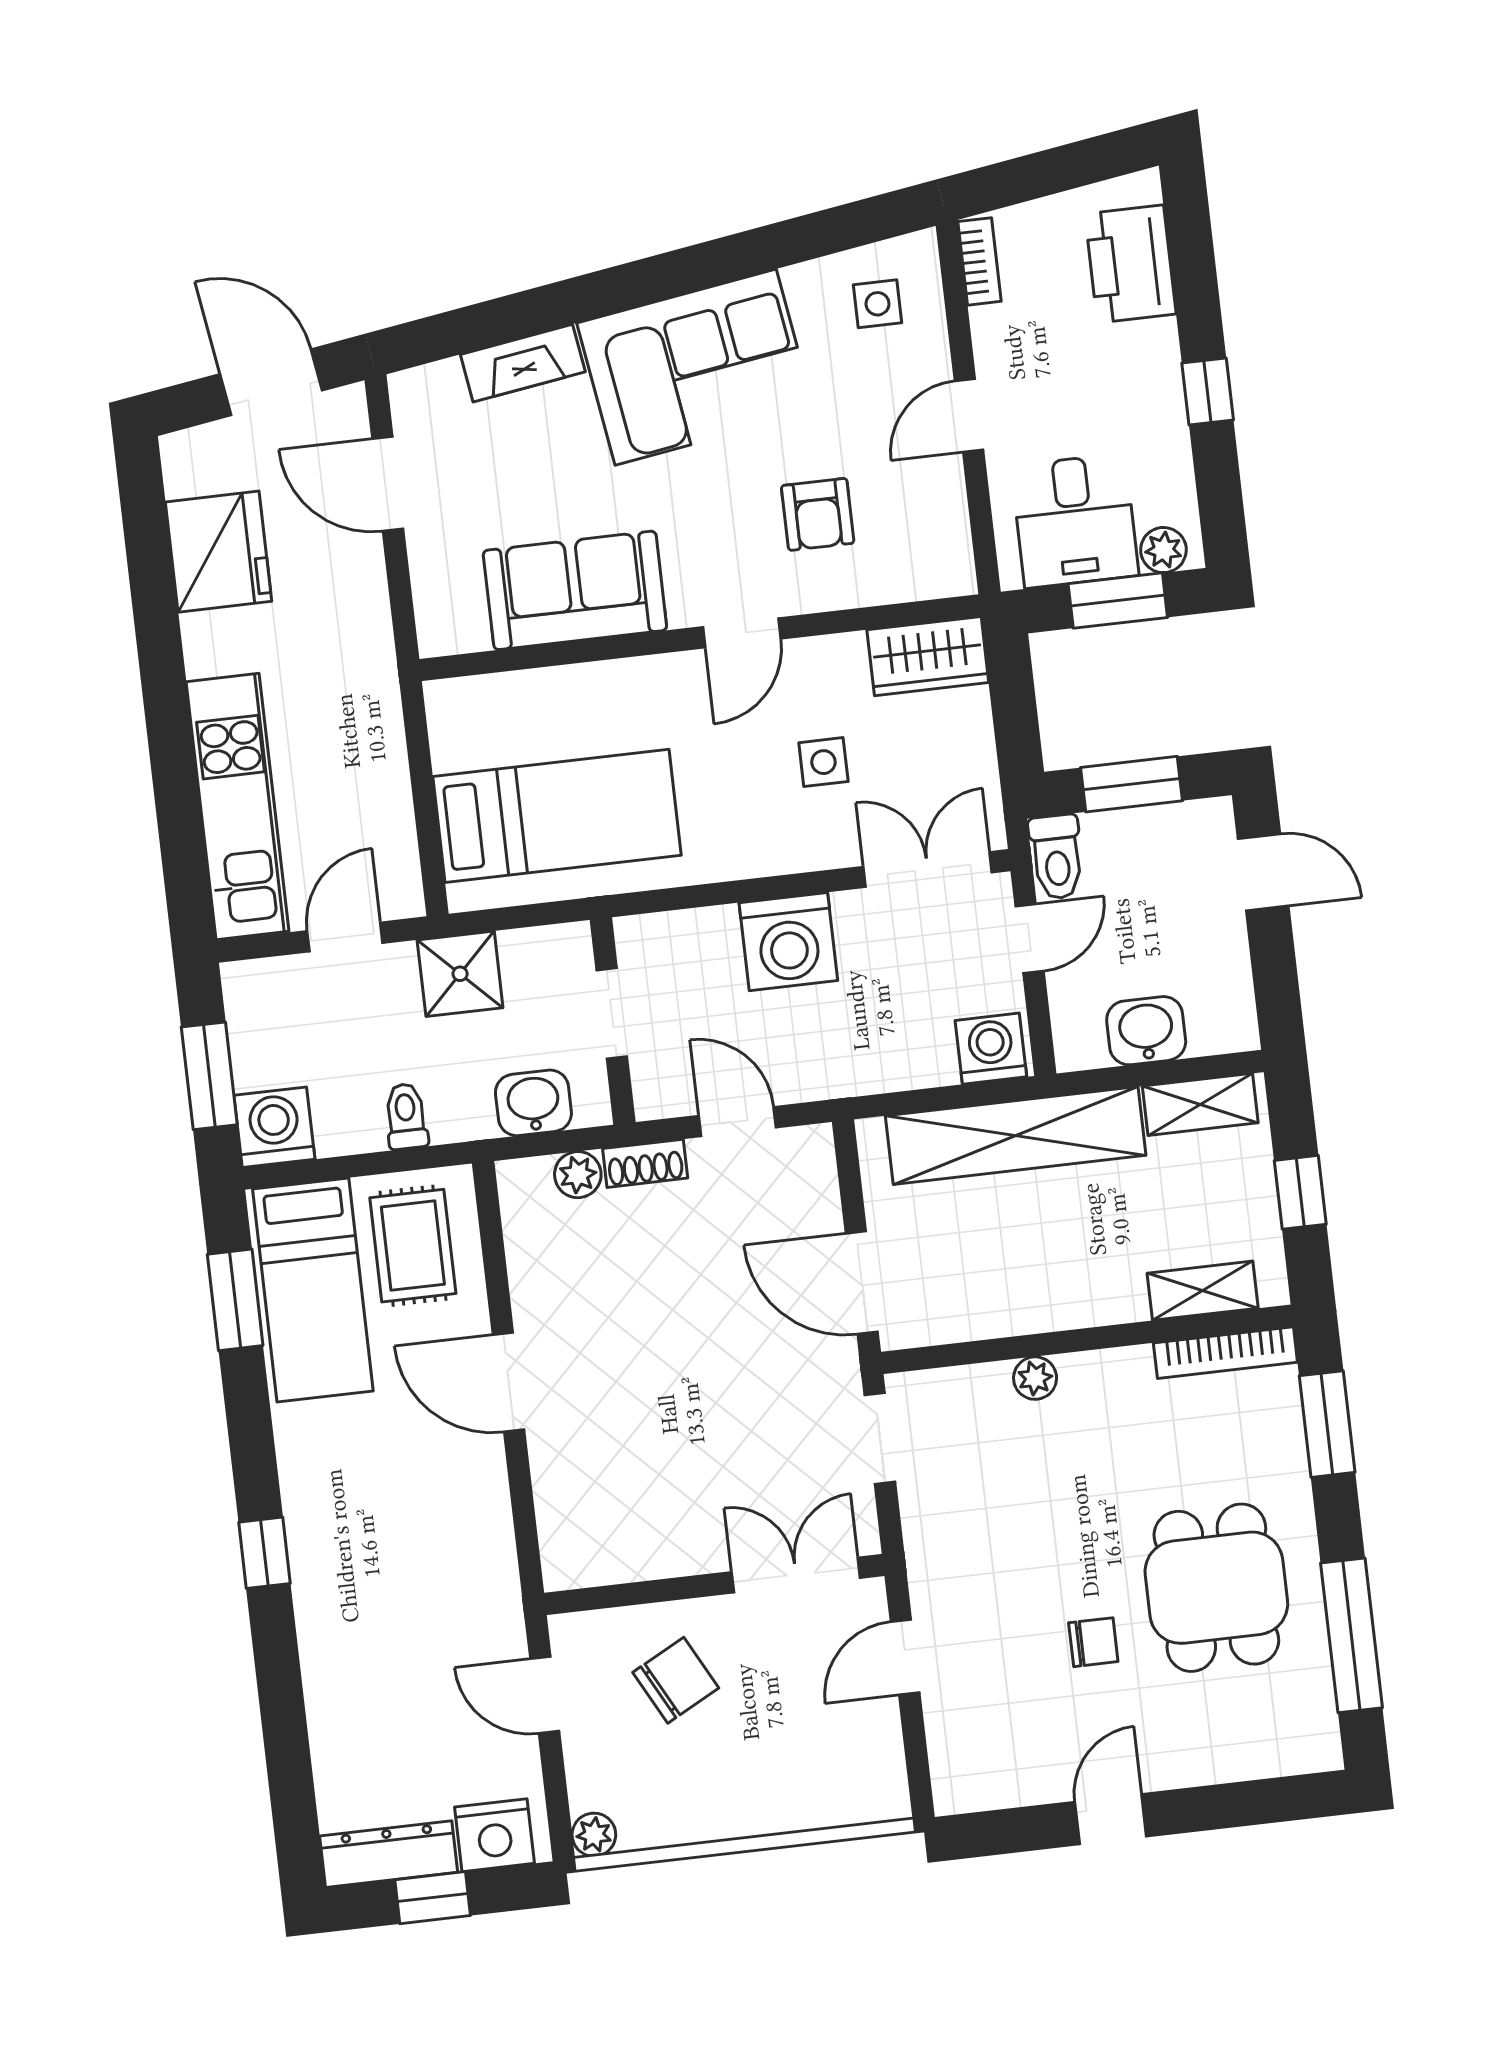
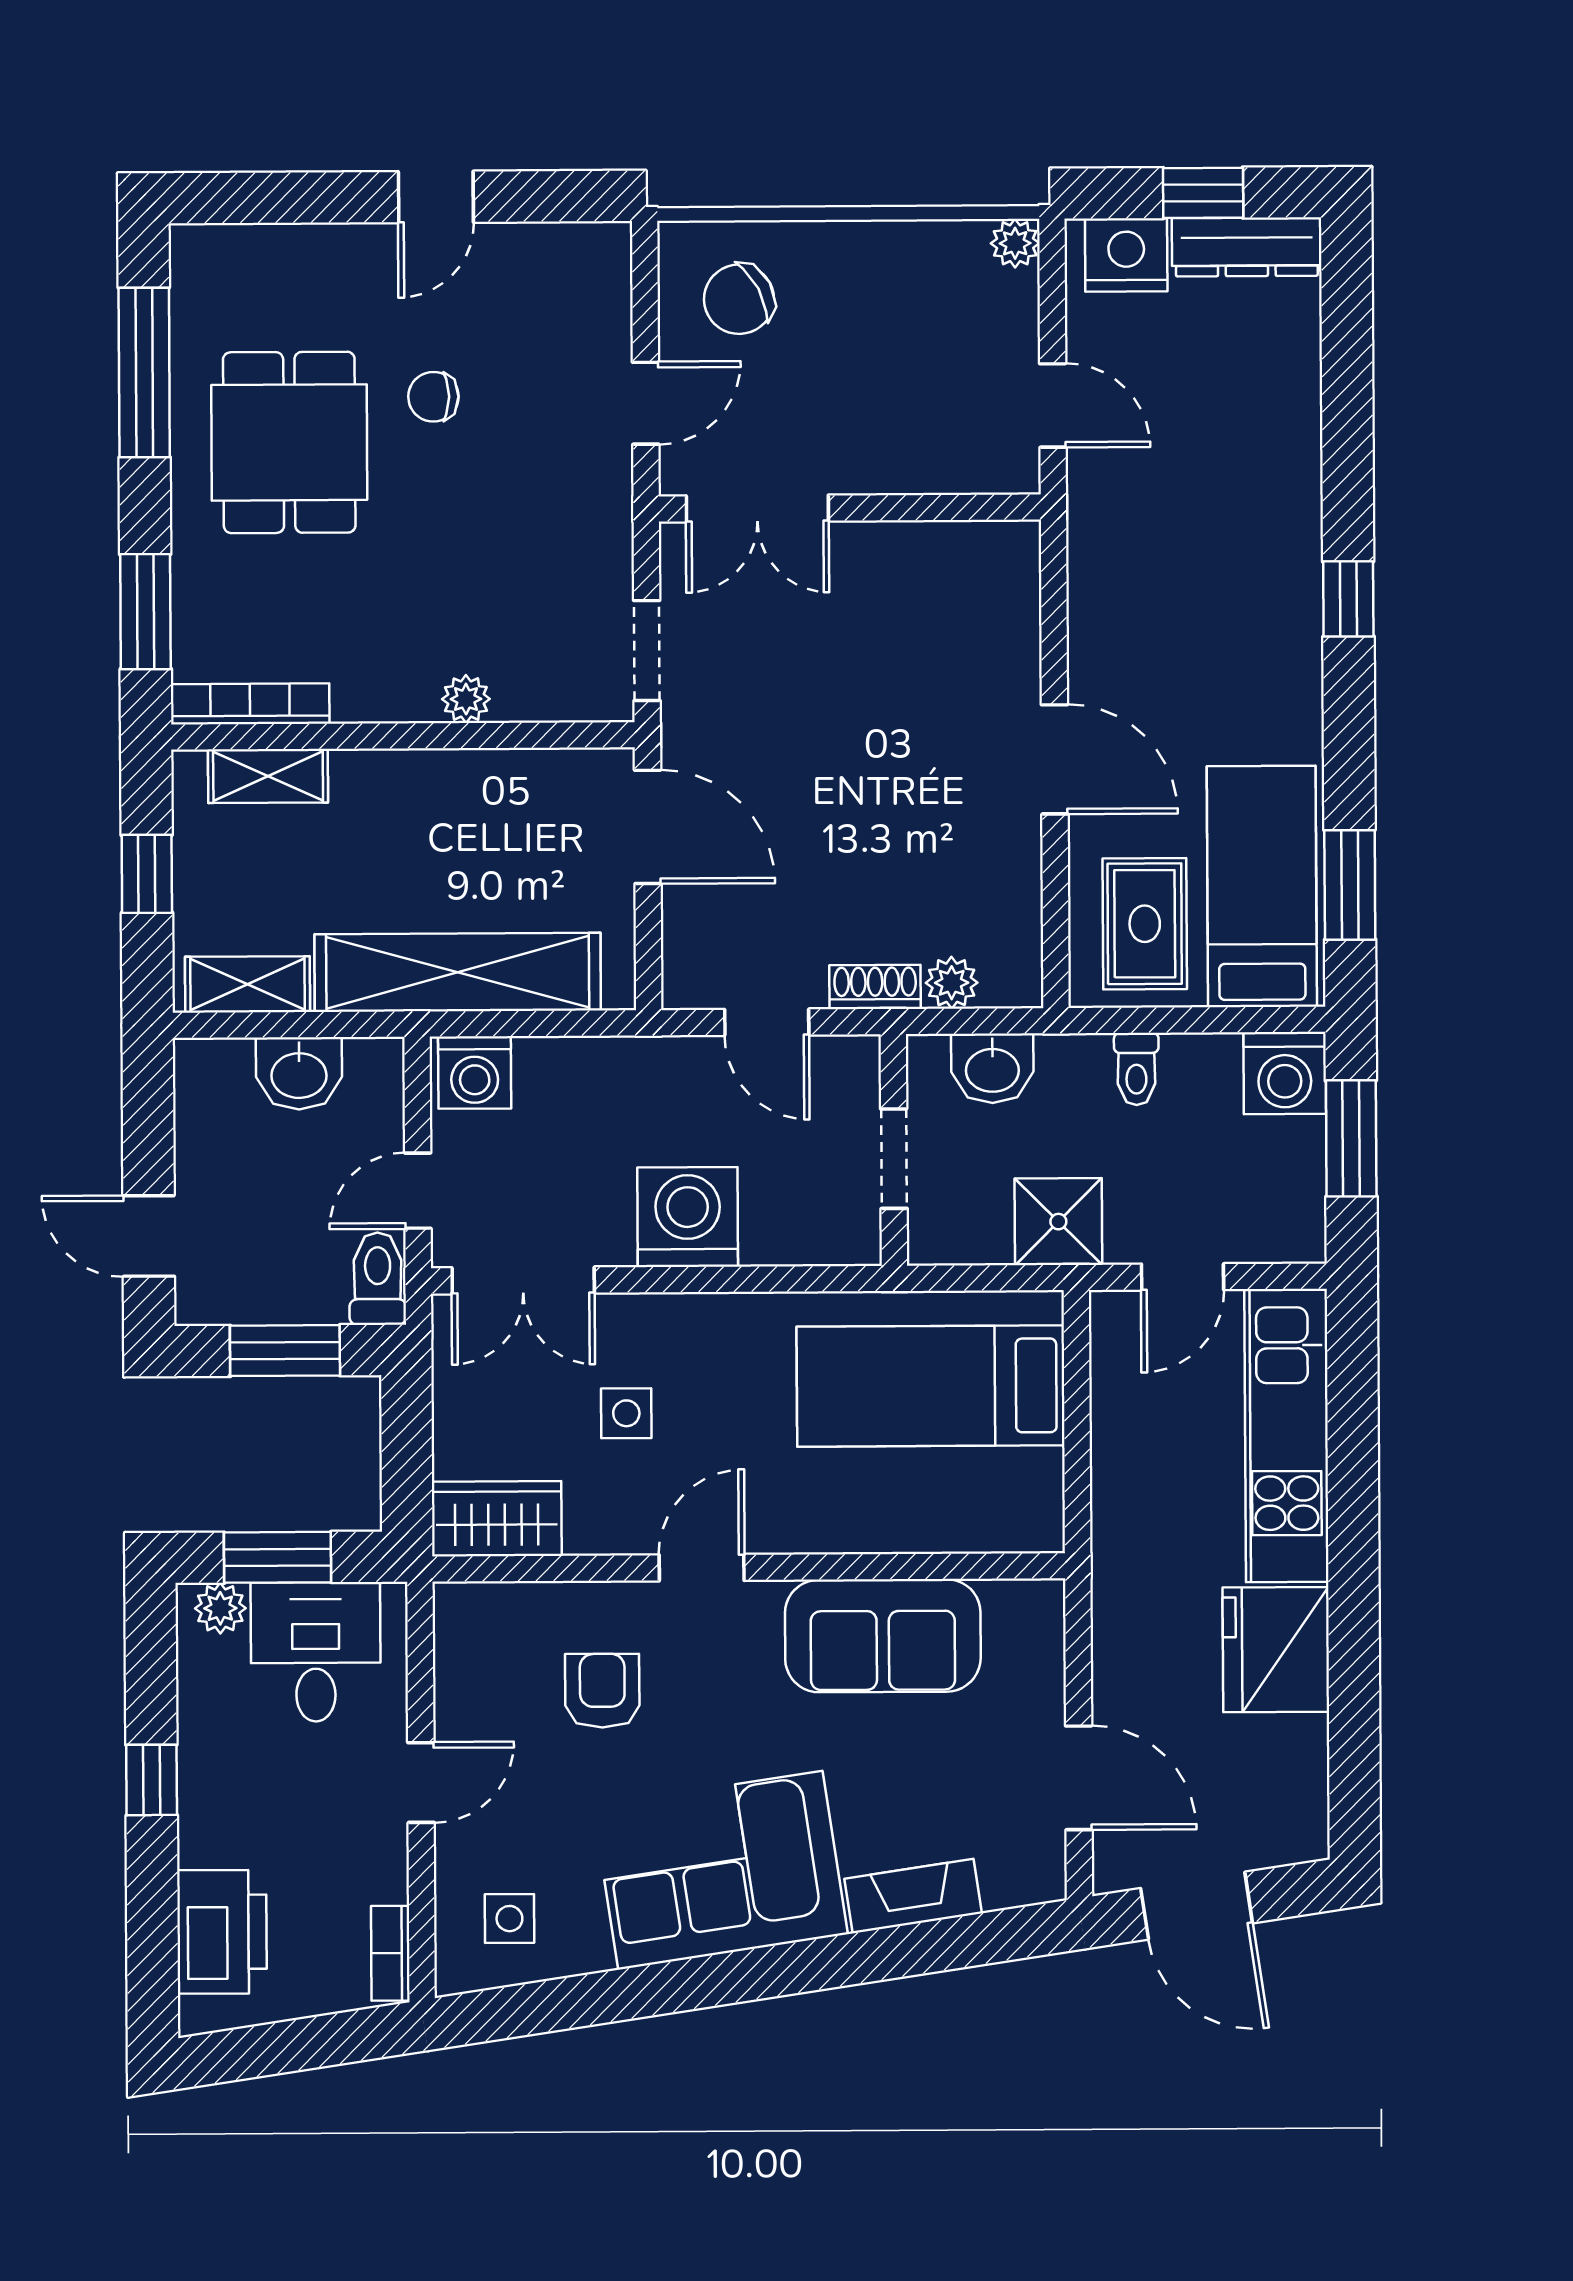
fridge: (218, 552) -> (1276, 1650), moved
chair: (676, 1680) -> (739, 299), moved

